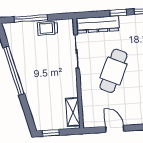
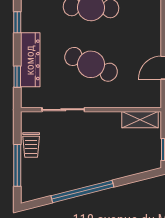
window: (118, 13) -> (17, 77), moved
dresser: (98, 24) -> (30, 60), moved

